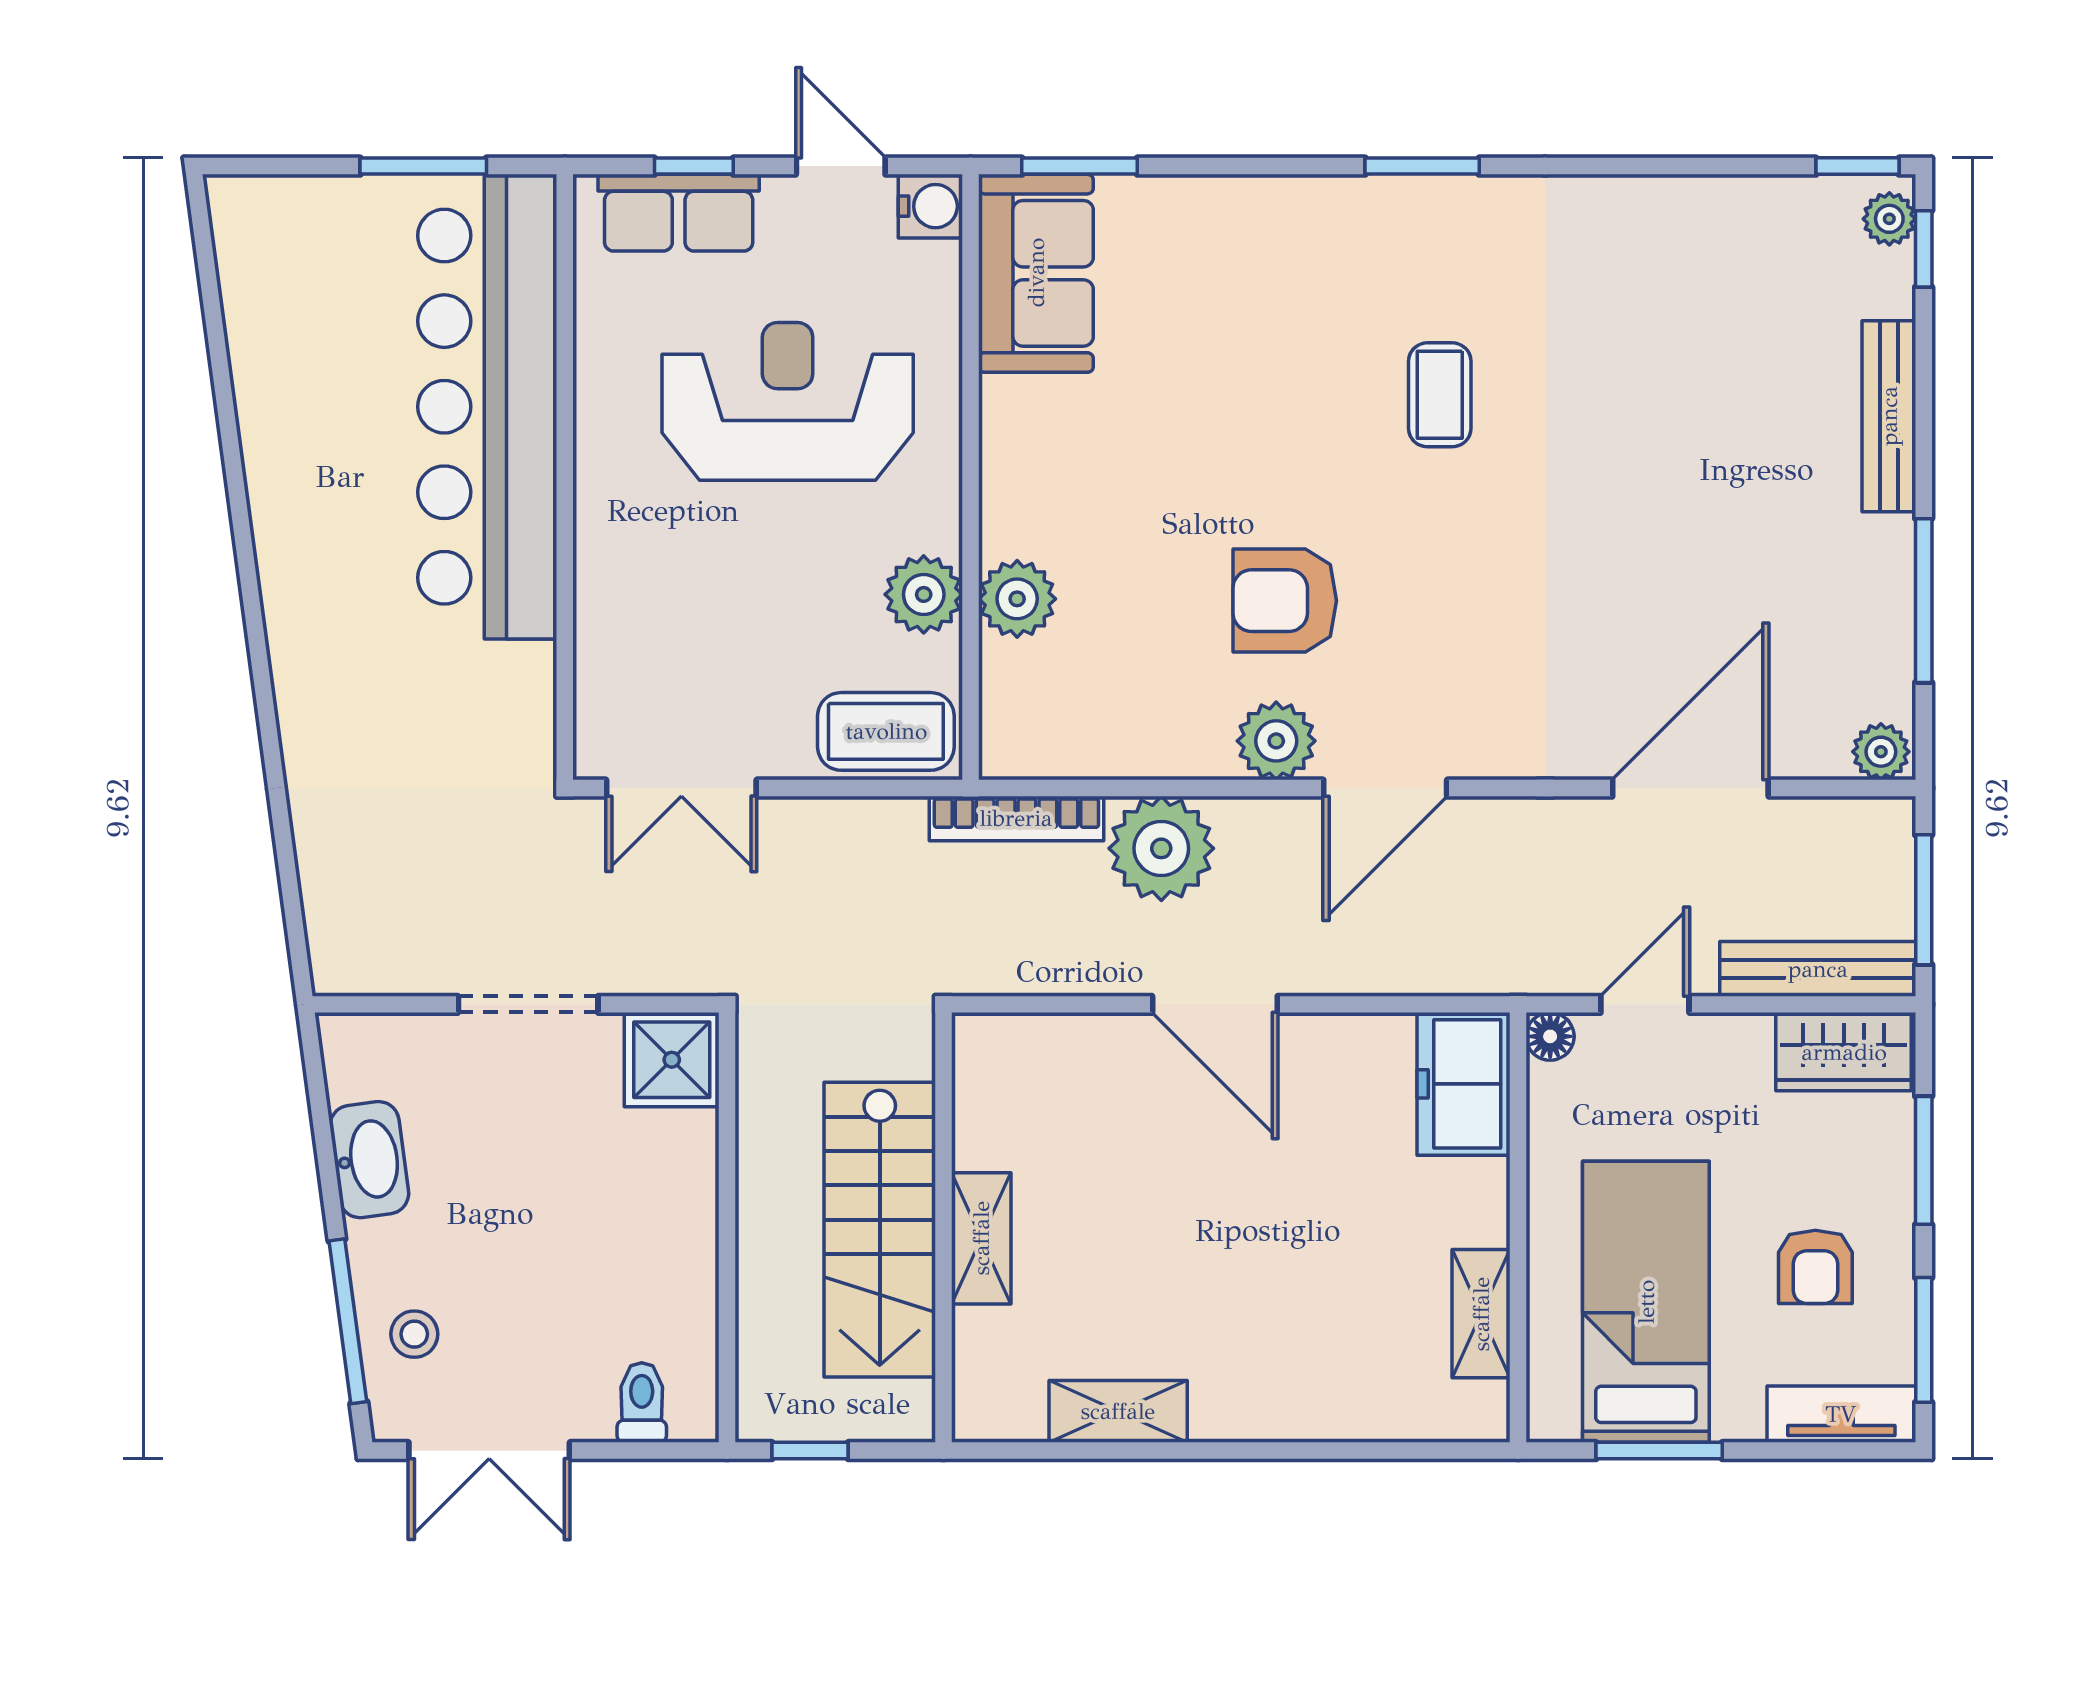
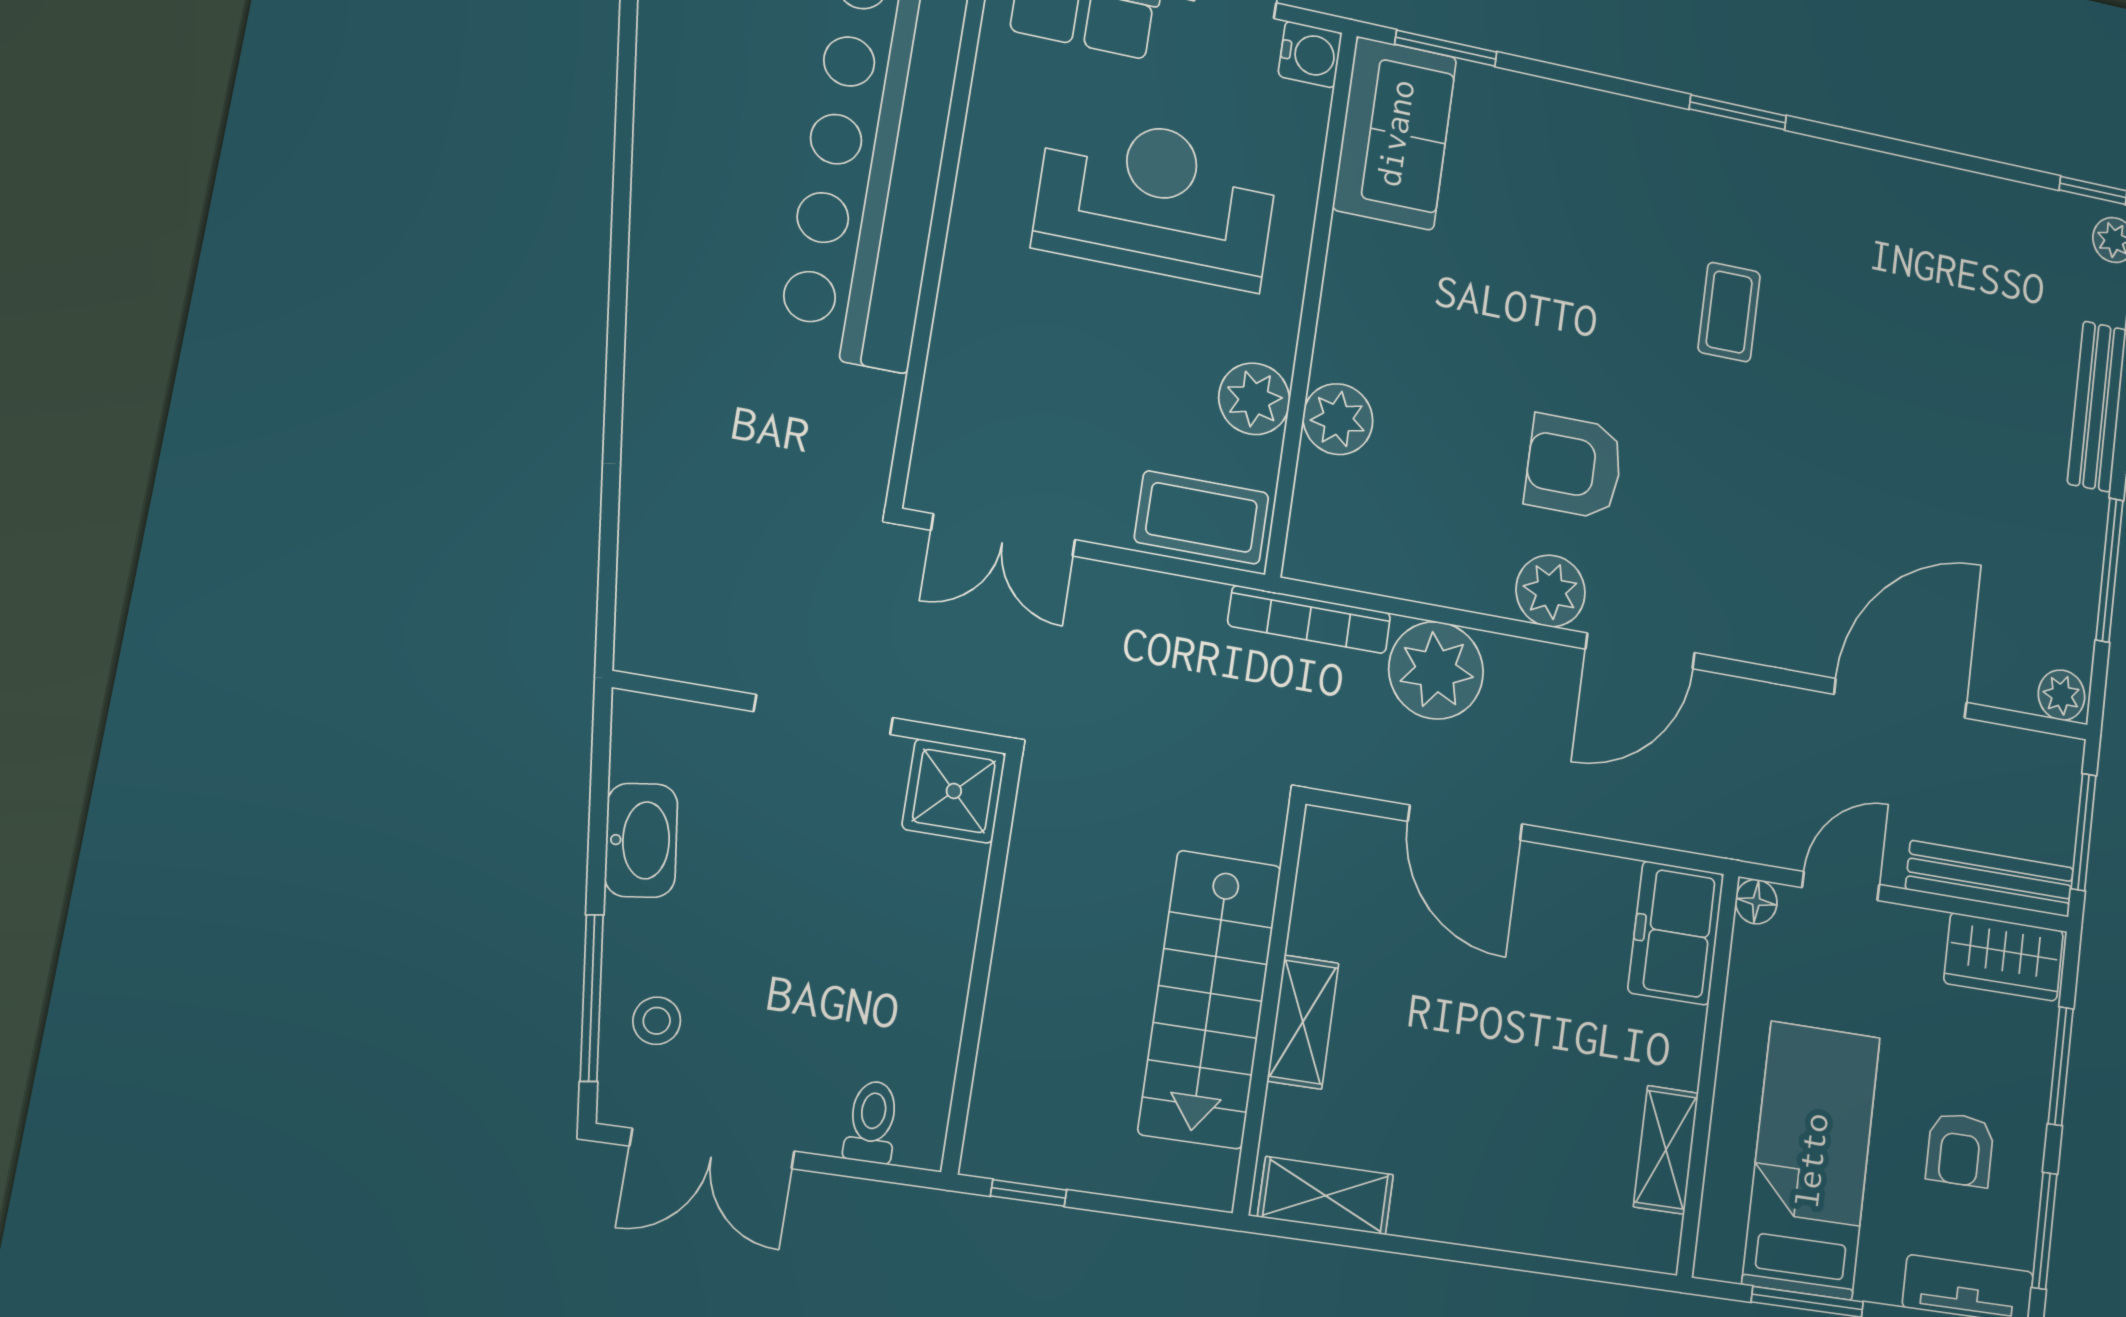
wall: (943, 1227) -> (1269, 1006), moved
stairs: (880, 1230) -> (1210, 999), moved
shelving: (981, 1238) -> (1303, 1022), moved

